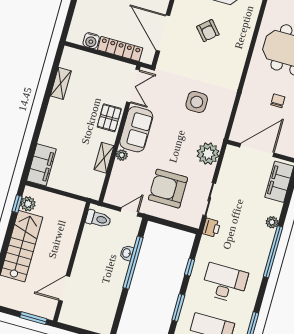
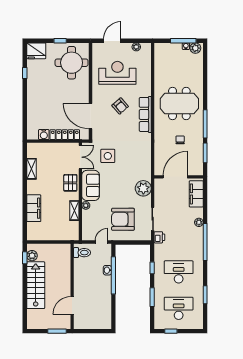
row of seats: (239, 52) -> (145, 114), added
side table: (197, 102) -> (108, 156), moved
filing cabinet: (41, 165) -> (34, 208), moved

